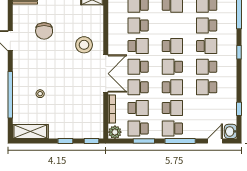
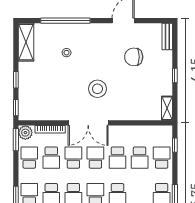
school desk: (138, 25) -> (140, 158), turned 180
stool: (84, 45) -> (97, 89), moved
window: (144, 141) -> (16, 140), moved

